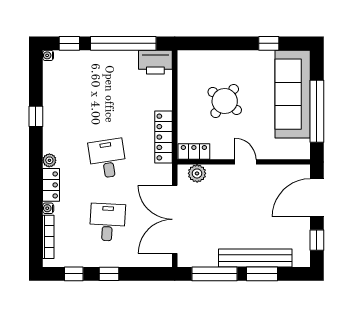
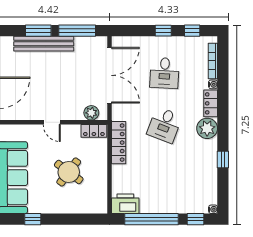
desk: (107, 159) -> (165, 125), turned 30
plant: (49, 160) -> (207, 128), width x1.87, depth x1.87

